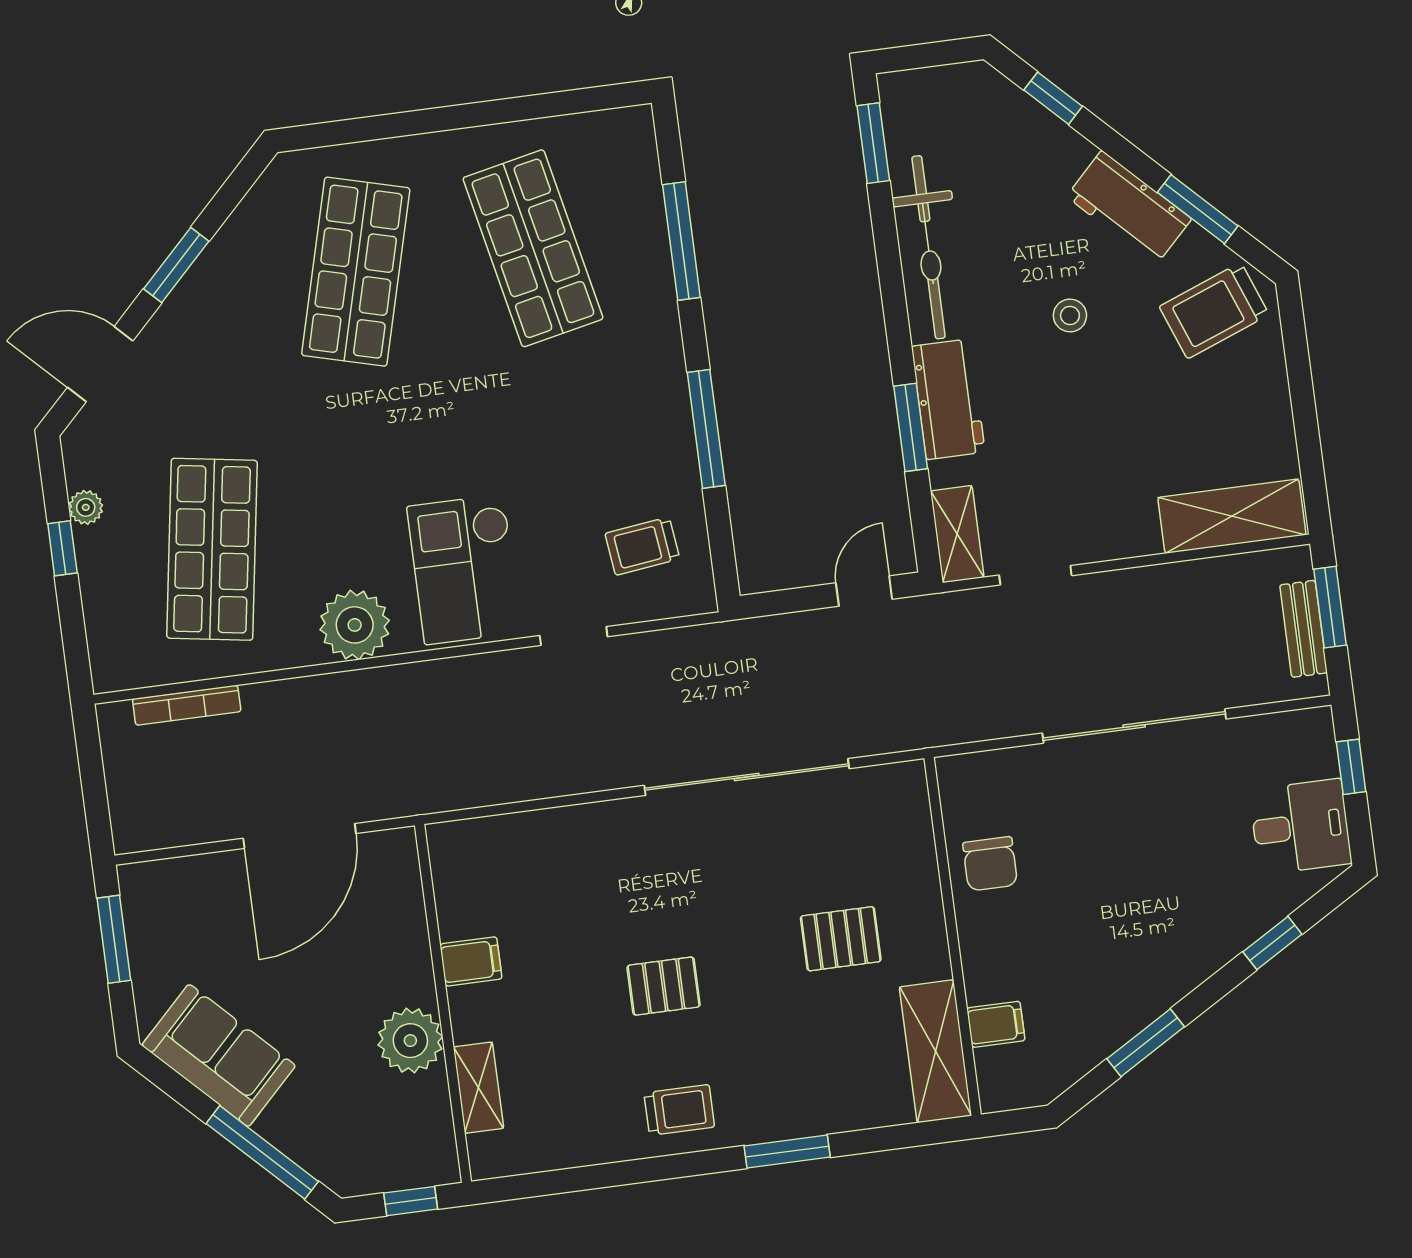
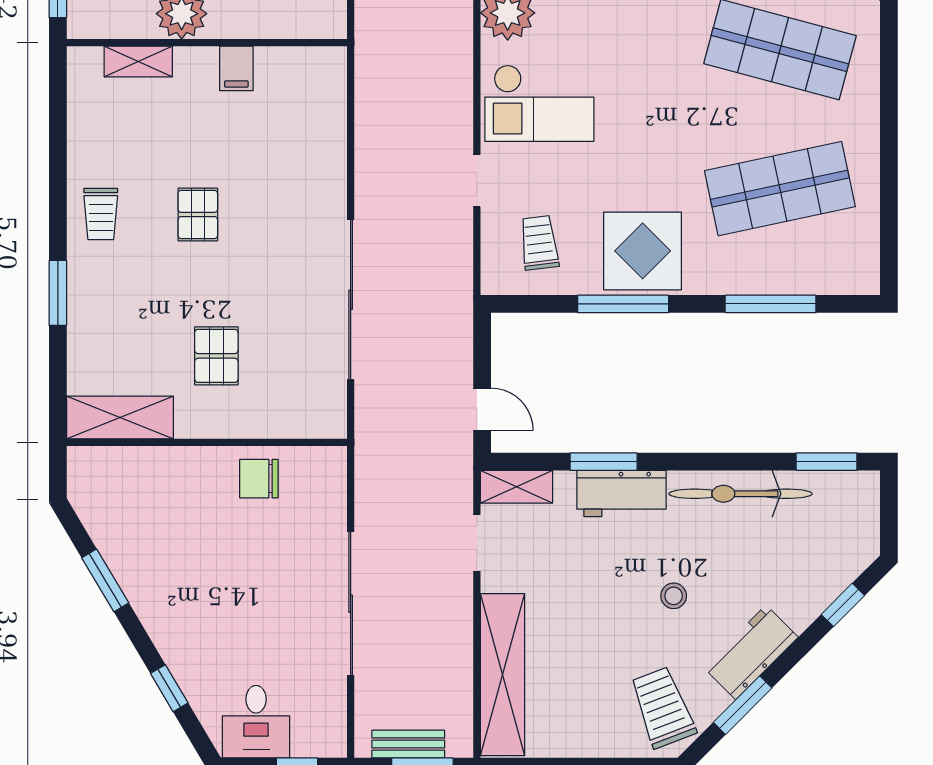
display table: (635, 413) -> (643, 251), added
shelving: (1232, 516) -> (502, 675), width x1.47
checkout: (464, 569) -> (539, 103), turned 180
filing cabinet: (996, 1024) -> (135, 467), removed

